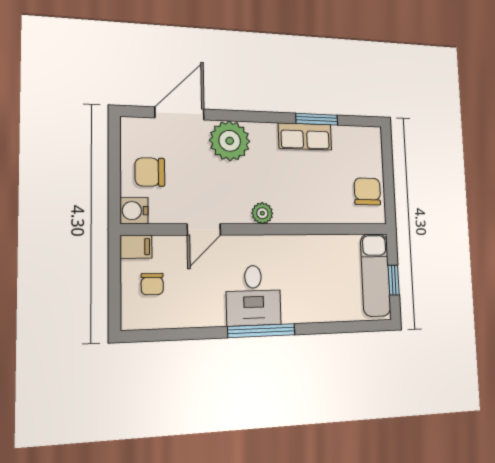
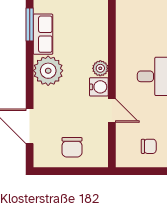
plant: (230, 141) -> (48, 71), moved
water cooler: (134, 211) -> (99, 87), moved, turned -90
filing cabinet: (136, 247) -> (123, 157), removed

